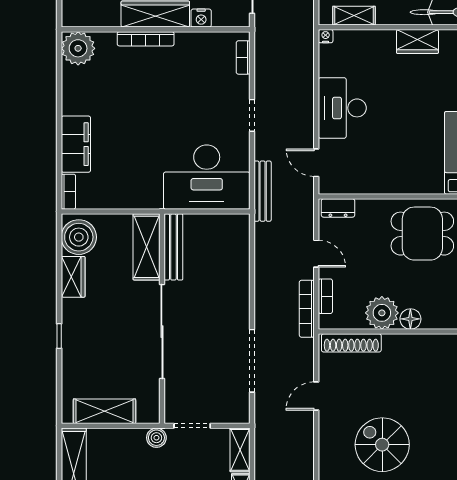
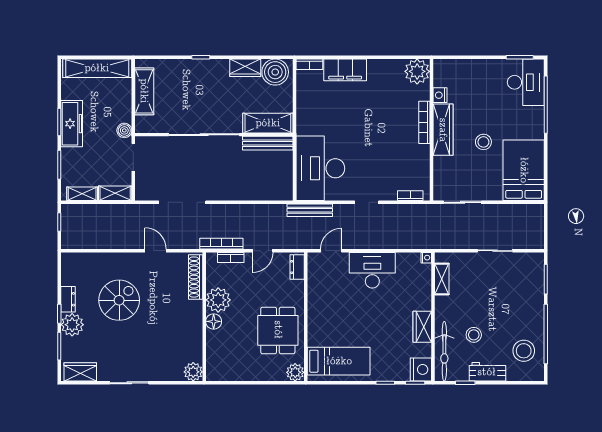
nightstand: (201, 18) -> (440, 95), moved

